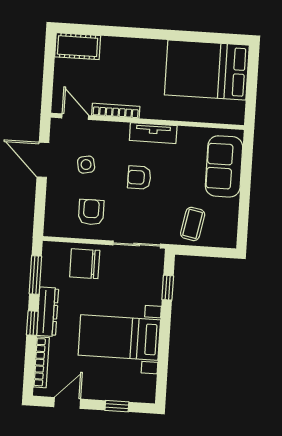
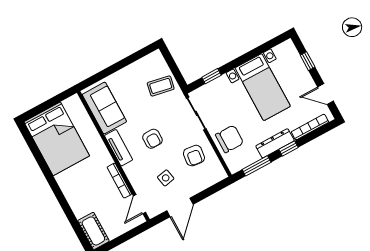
sofa: (224, 166) -> (104, 108), moved, turned -90
armchair: (91, 212) -> (194, 156), turned -83
chair: (85, 264) -> (229, 139), turned -90

